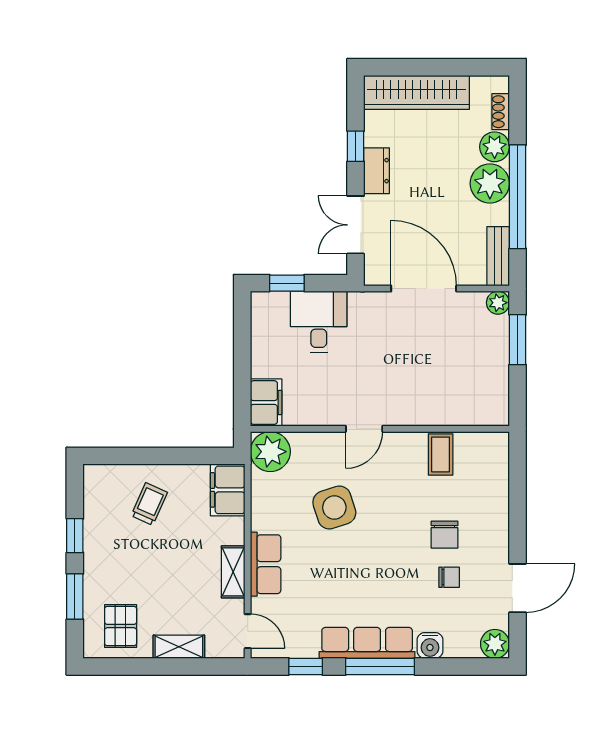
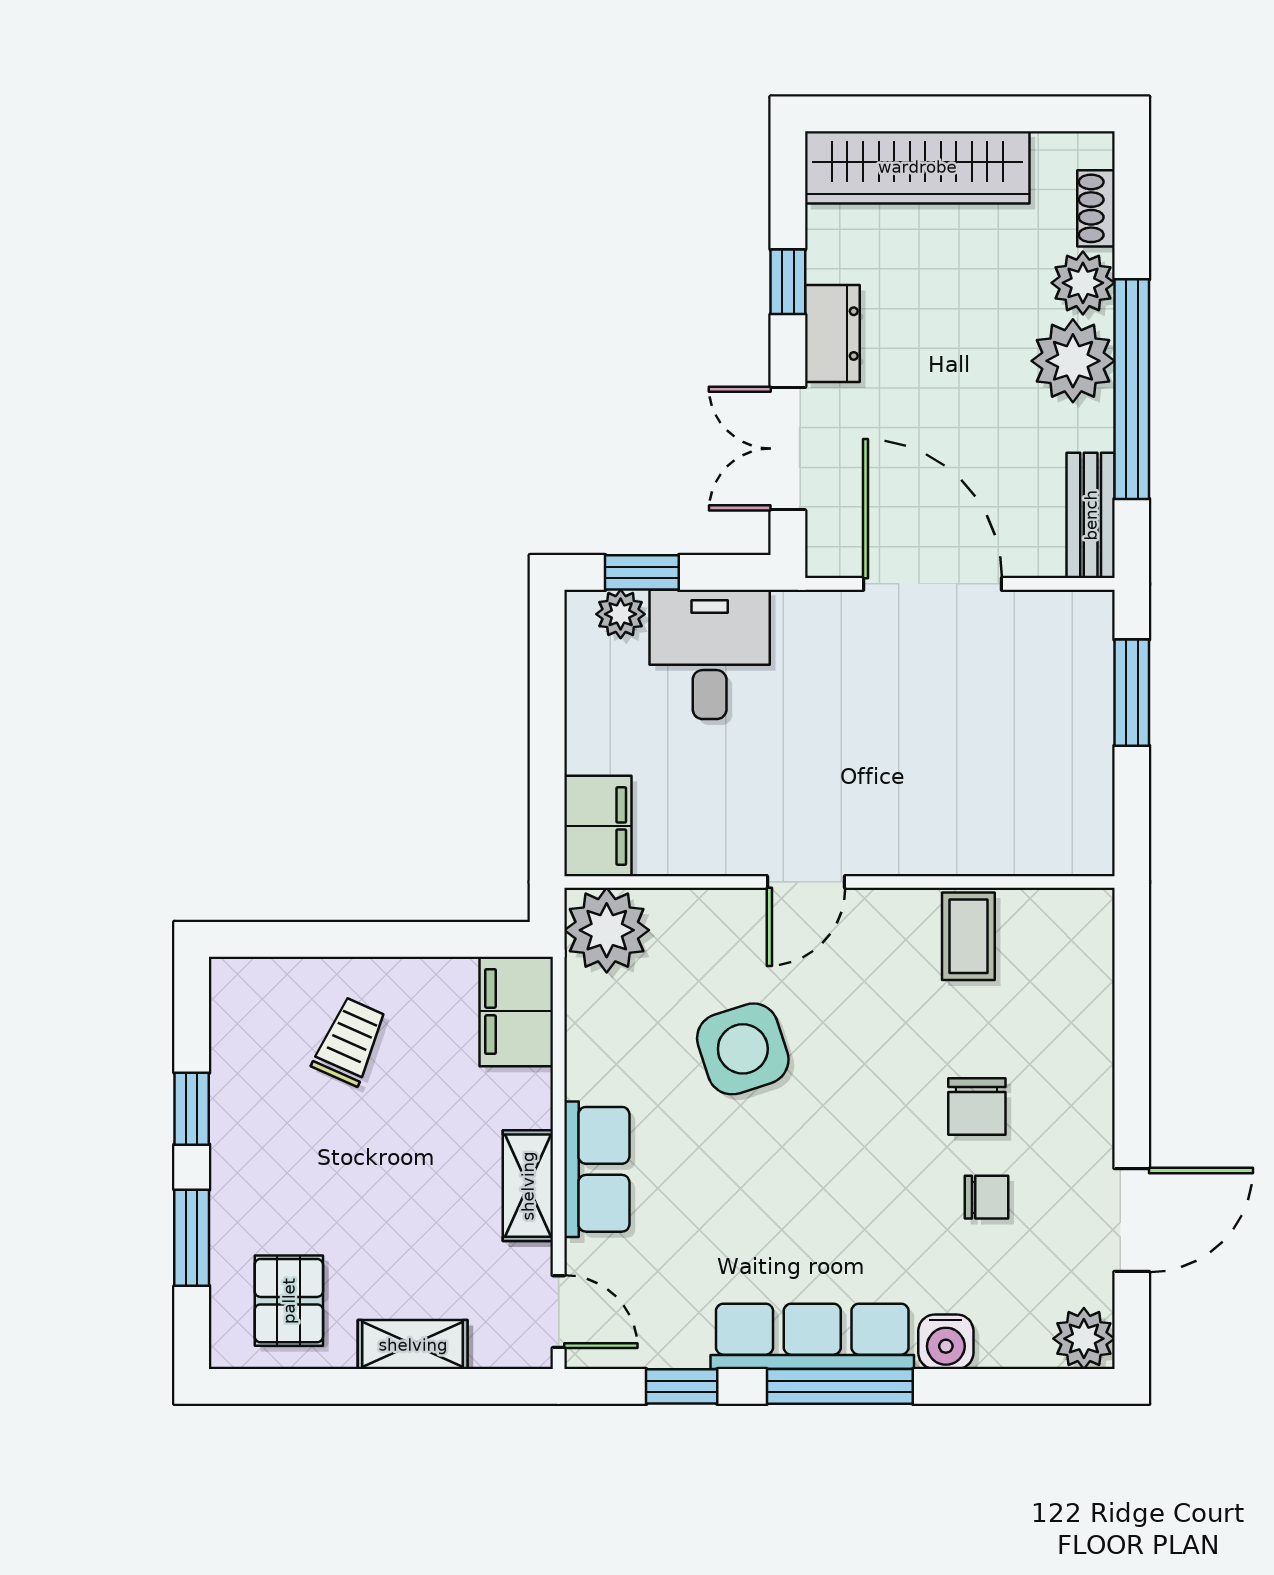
plant: (498, 303) -> (621, 614), moved

